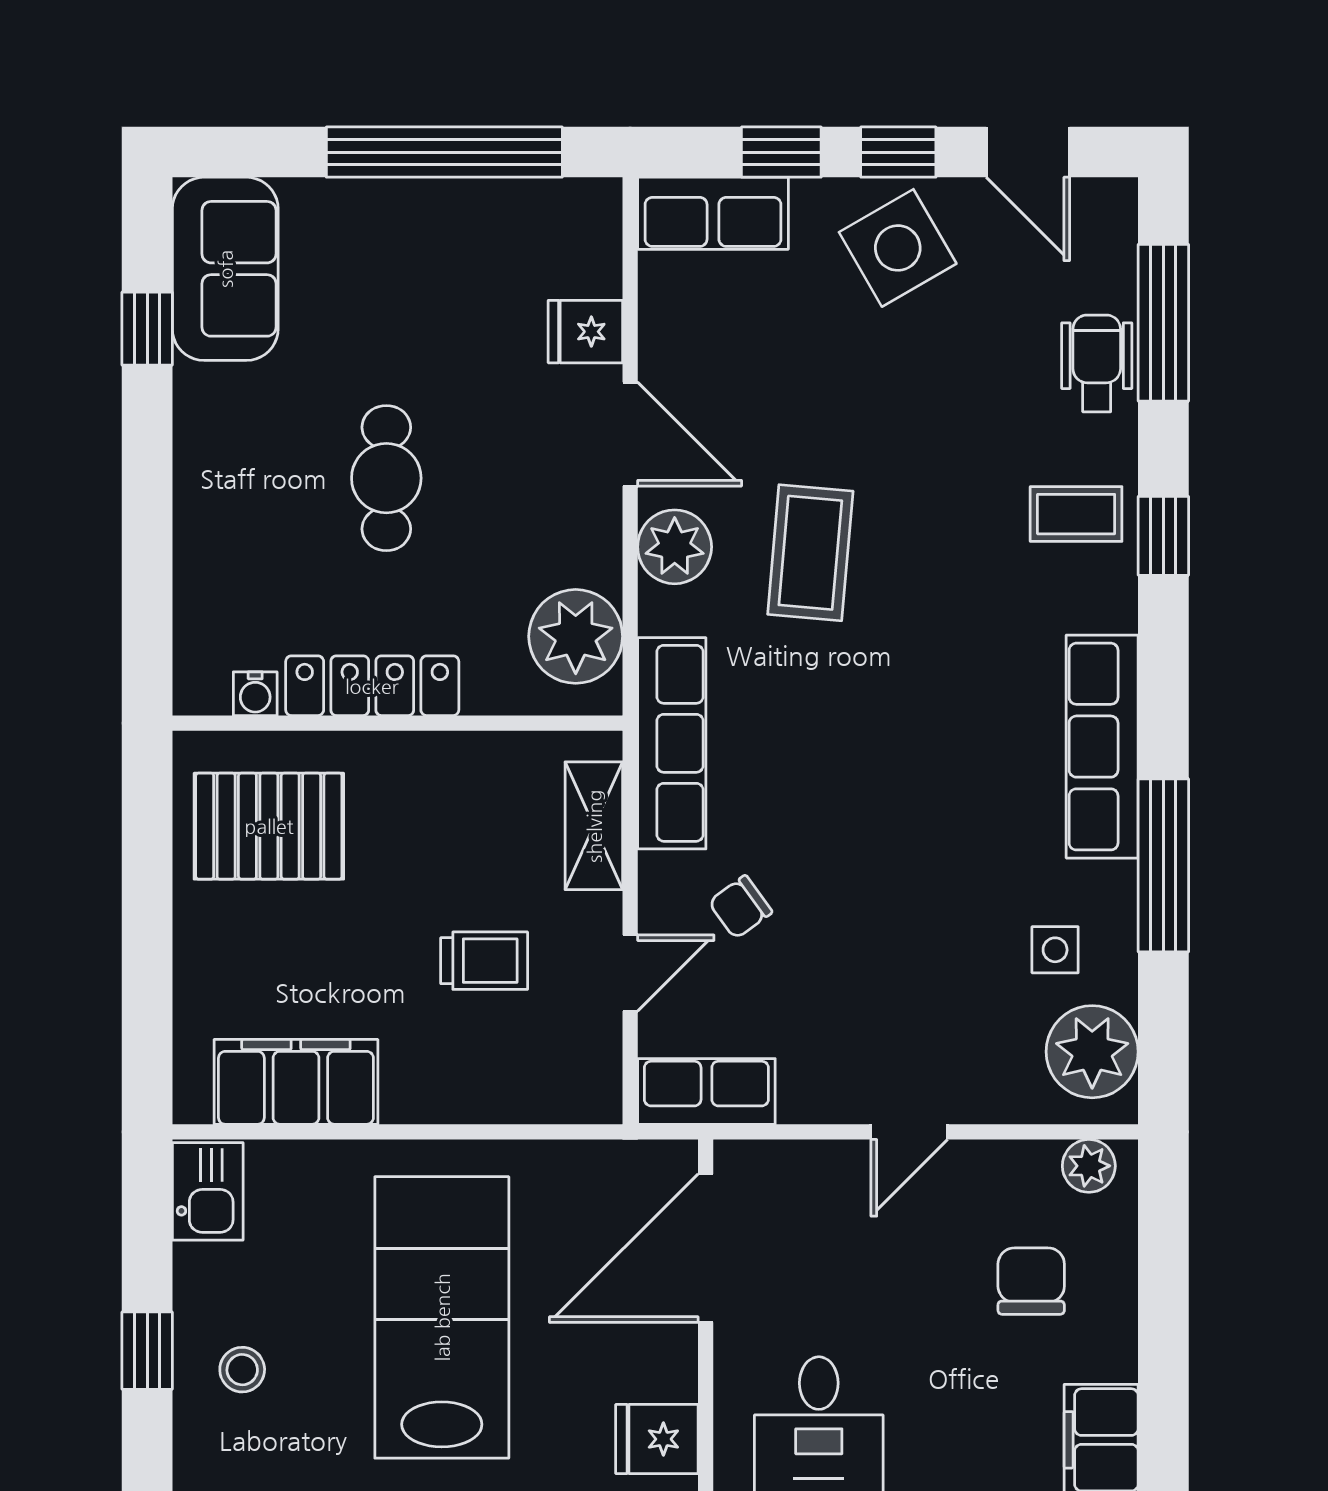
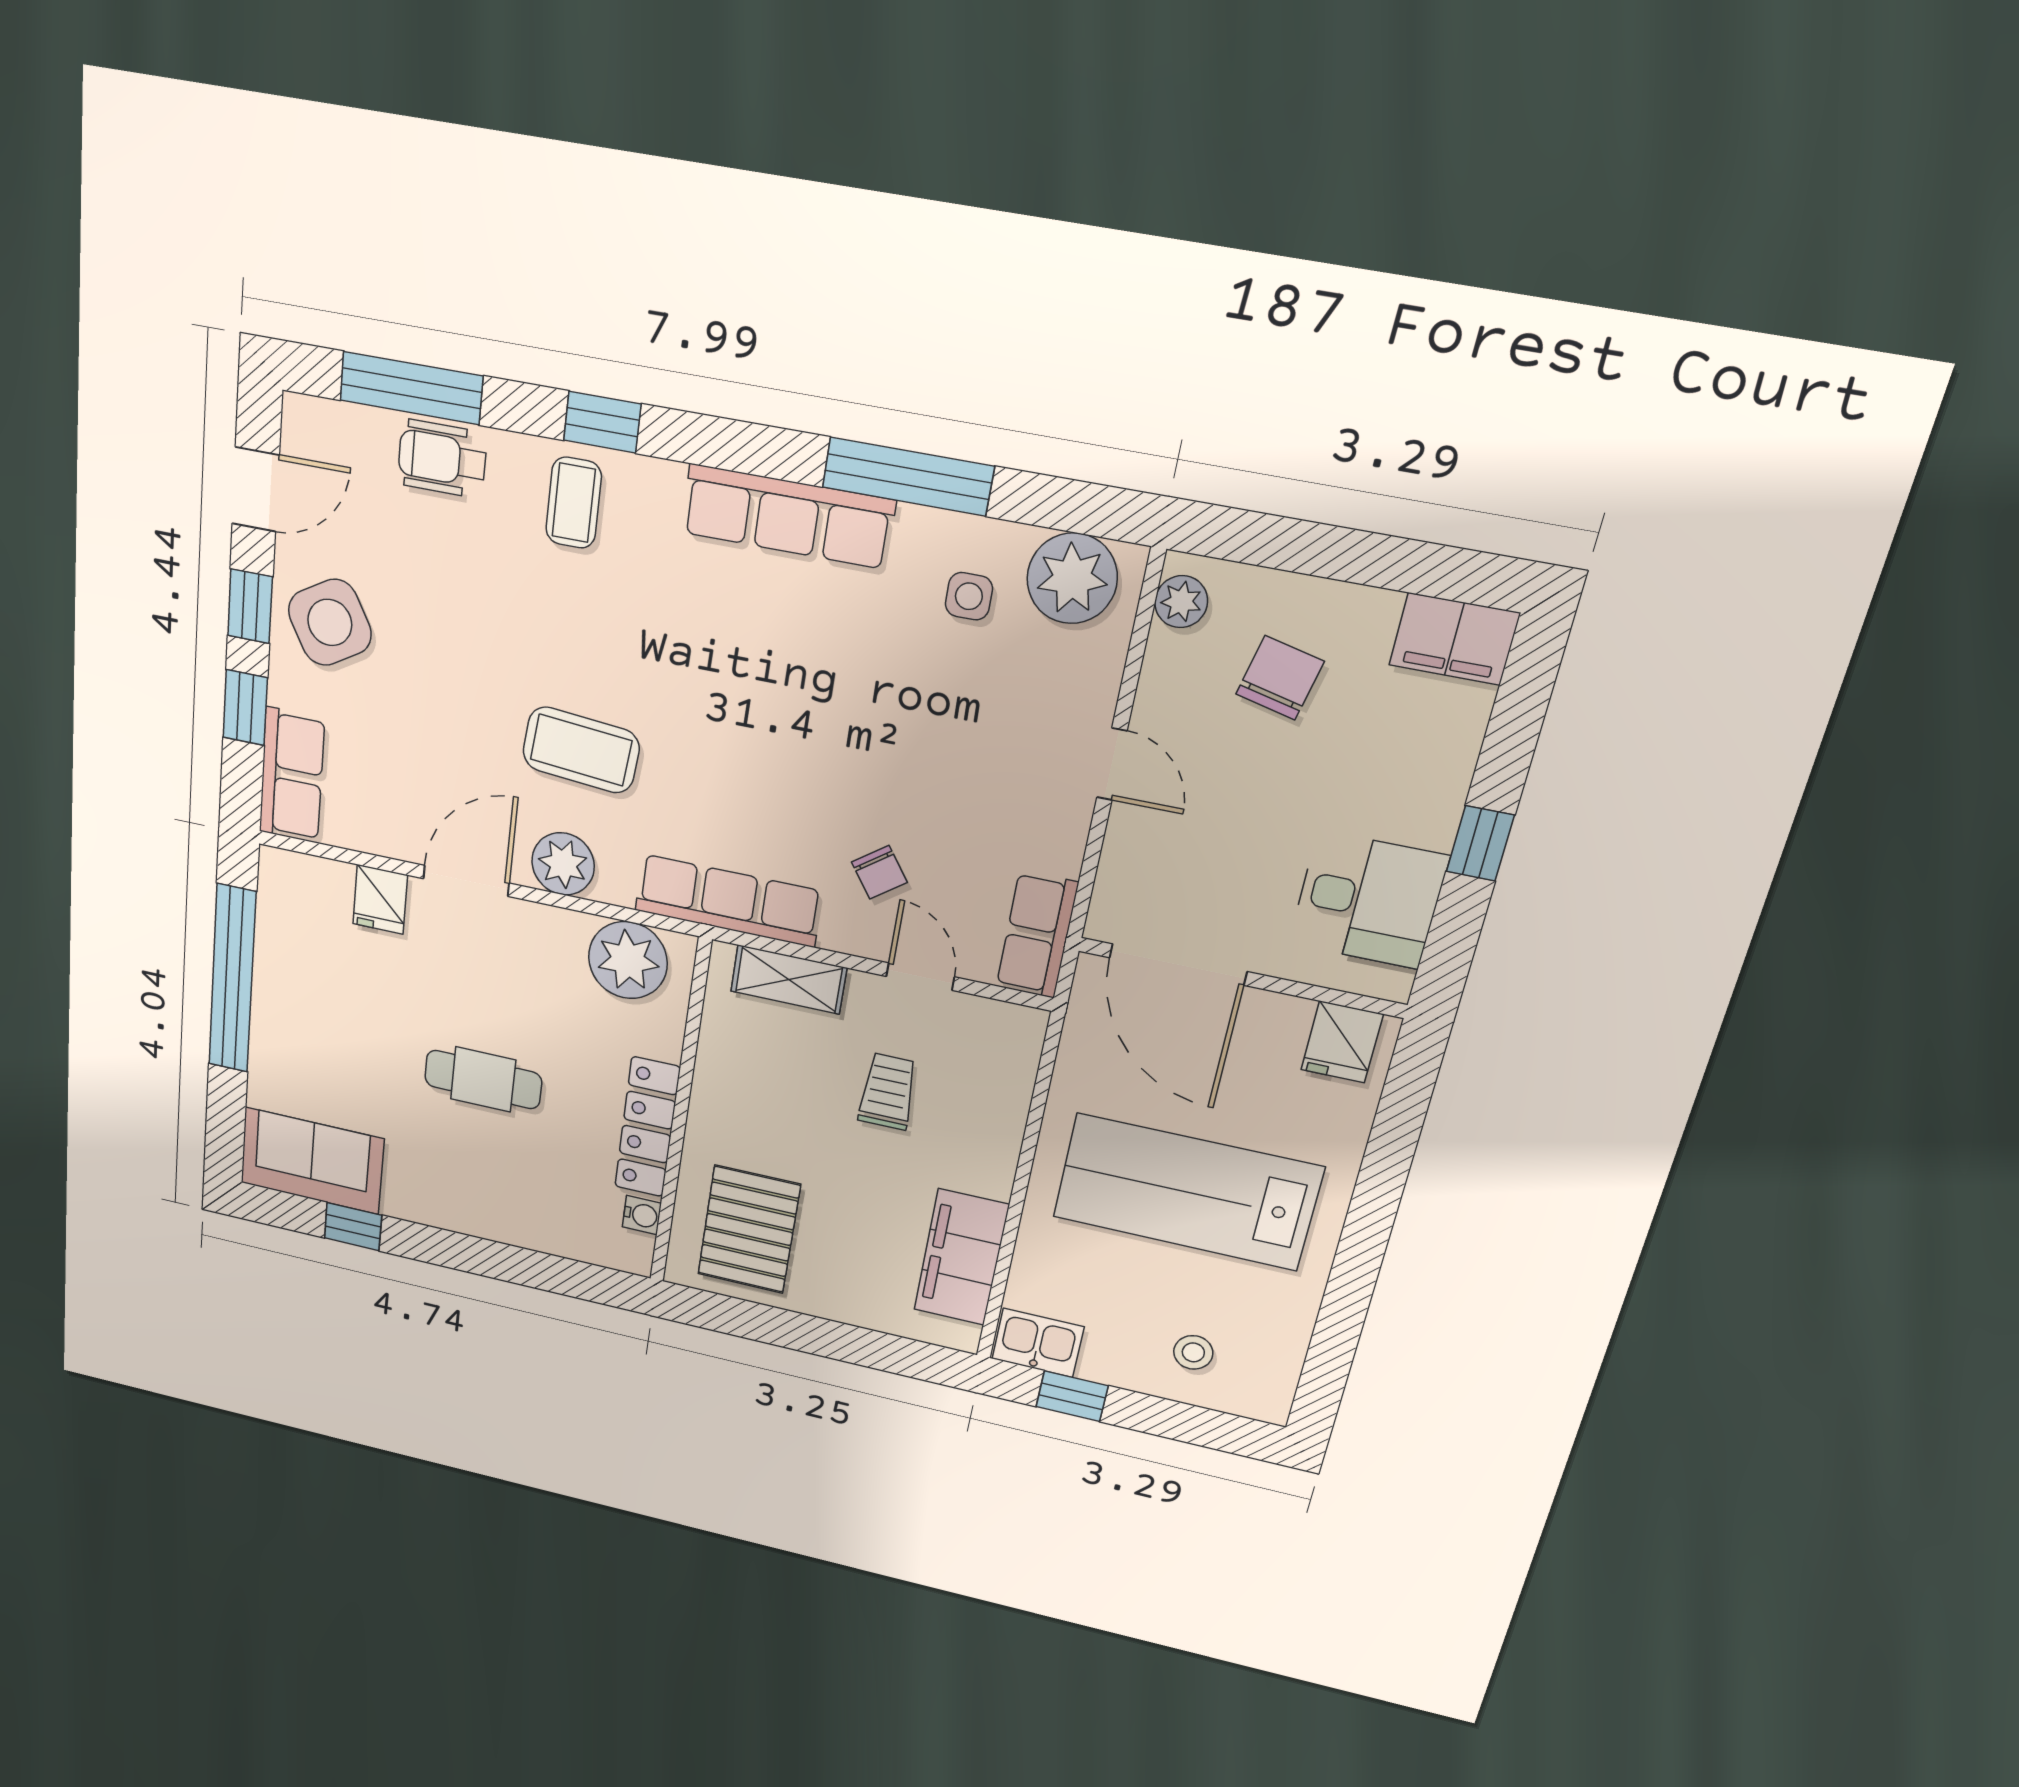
chair: (1031, 1281) -> (1280, 678), turned 103
window: (147, 1351) -> (1072, 1396), moved

